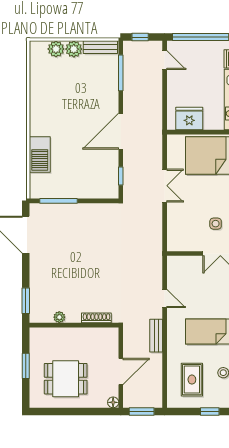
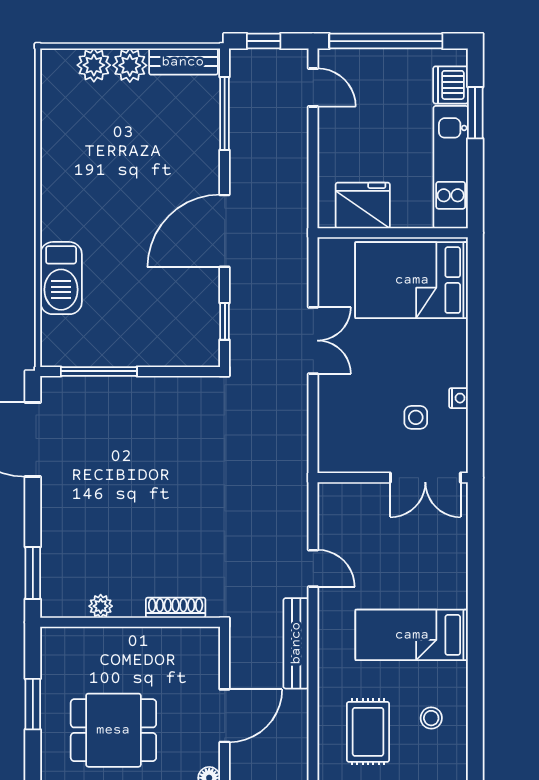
bench: (156, 336) -> (296, 643), width x1.36

